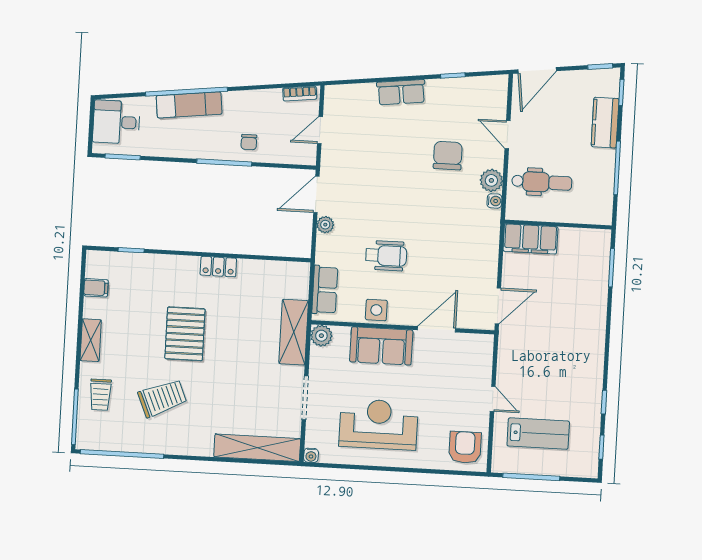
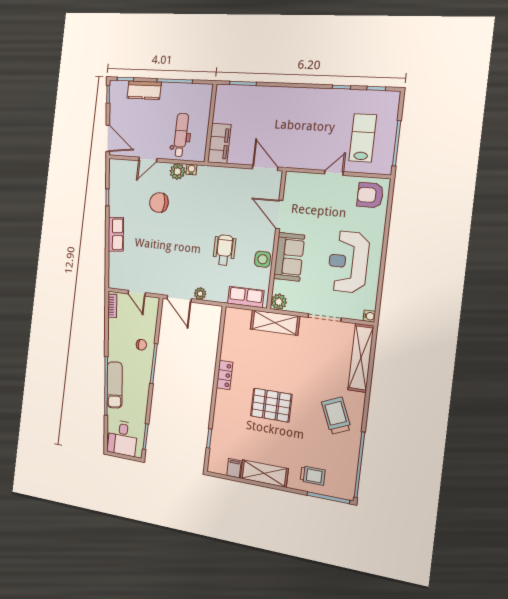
shelving: (91, 340) -> (264, 473), width x1.50, depth x1.33
trolley: (162, 398) -> (336, 416), moved

